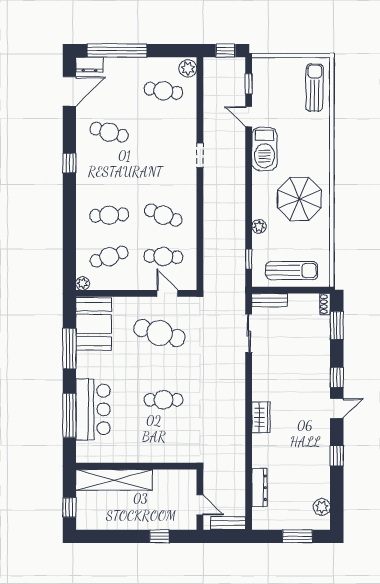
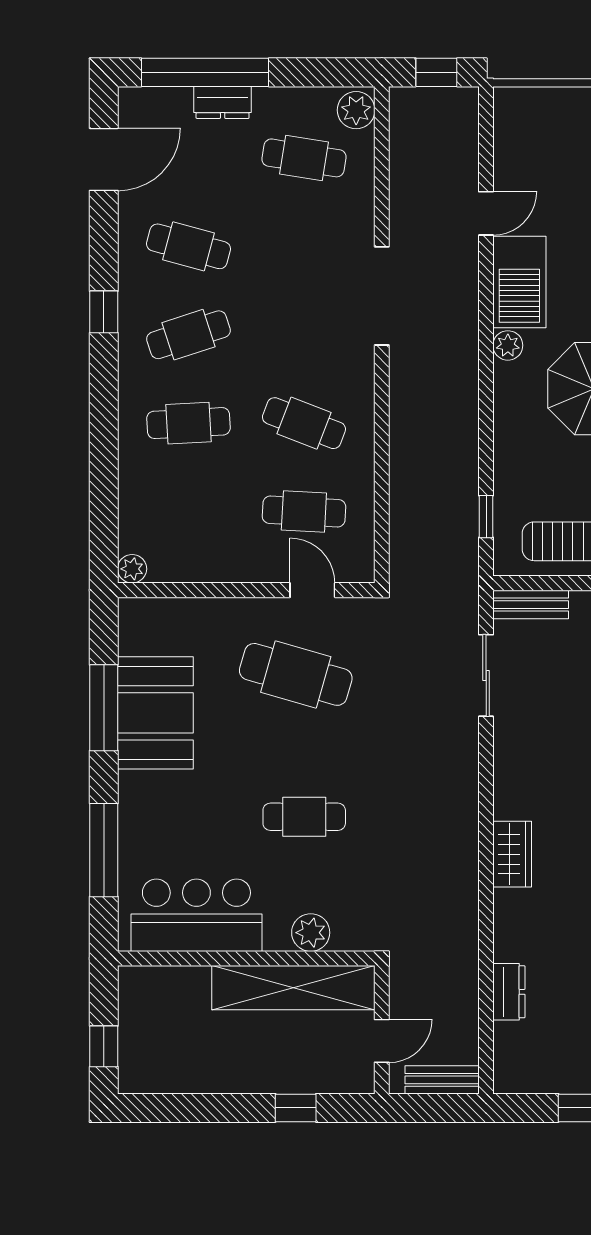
dresser: (89, 65) -> (223, 102), moved
window: (249, 84) -> (486, 143), removed
door: (249, 117) -> (486, 213), swing flipped
doorway: (200, 155) -> (382, 296), width x1.87
plant: (259, 226) -> (508, 345), moved
cafe table: (109, 257) -> (188, 335), moved
booth: (94, 324) -> (155, 713), moved
bar counter: (93, 409) -> (196, 915), moved, turned -90
plant: (167, 454) -> (311, 933), added
shelving: (114, 480) -> (293, 988), moved
dresser: (259, 488) -> (509, 992), width x0.70
door: (200, 505) -> (382, 1041), hinge flipped

